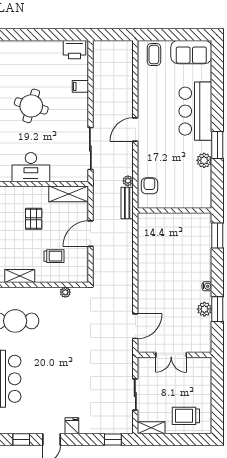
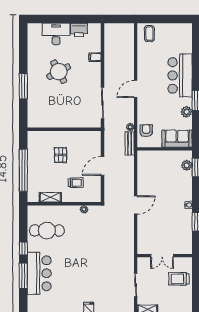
printer: (75, 50) -> (79, 30), moved
sofa: (191, 52) -> (177, 139), moved, turned 180
round table: (31, 106) -> (59, 72), turned 45
desk: (31, 167) -> (56, 34), moved, turned 180
shelving: (69, 194) -> (86, 137), removed
plant: (204, 309) -> (187, 165), moved
door: (135, 326) -> (136, 205), moved
trolley: (186, 416) -> (179, 279), moved

